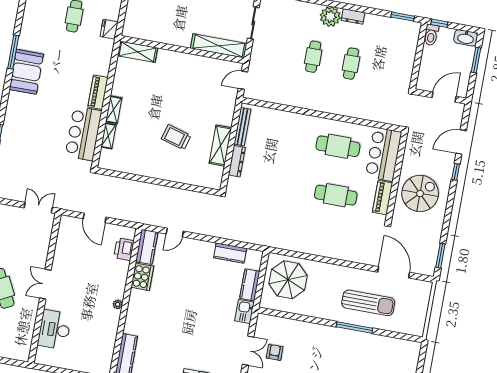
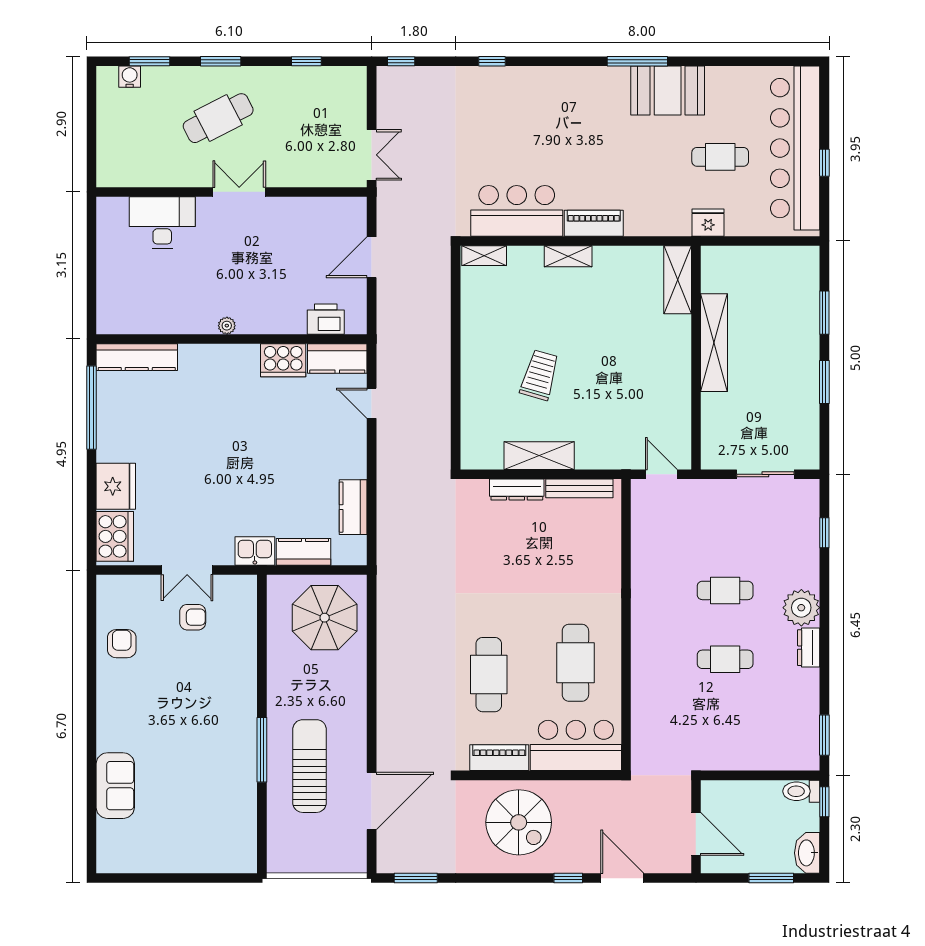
shelving: (219, 46) -> (714, 343), moved
booth: (26, 72) -> (668, 91), moved
shelving: (108, 136) -> (484, 256), moved
sun lounger: (368, 303) -> (310, 766), turned 180

